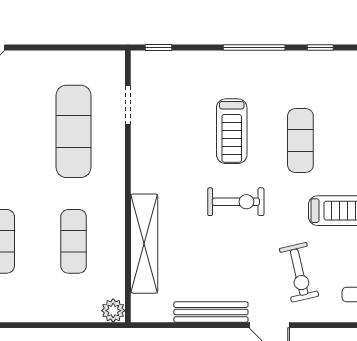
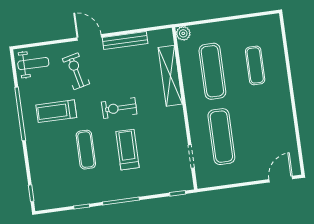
exercise mat: (74, 241) -> (212, 71), width x1.36, depth x1.45

